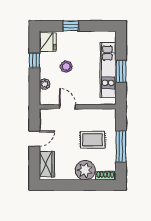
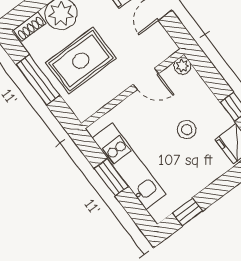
window: (71, 26) -> (188, 212), moved
plant: (45, 84) -> (182, 66), moved
rug: (93, 140) -> (81, 61), width x1.36, depth x1.43

